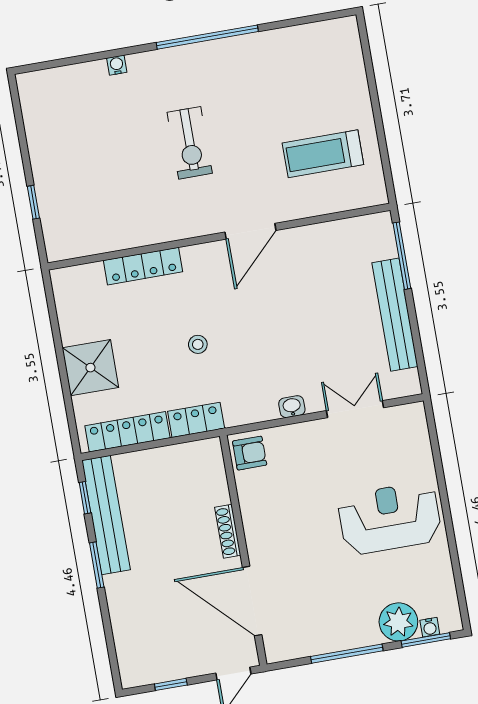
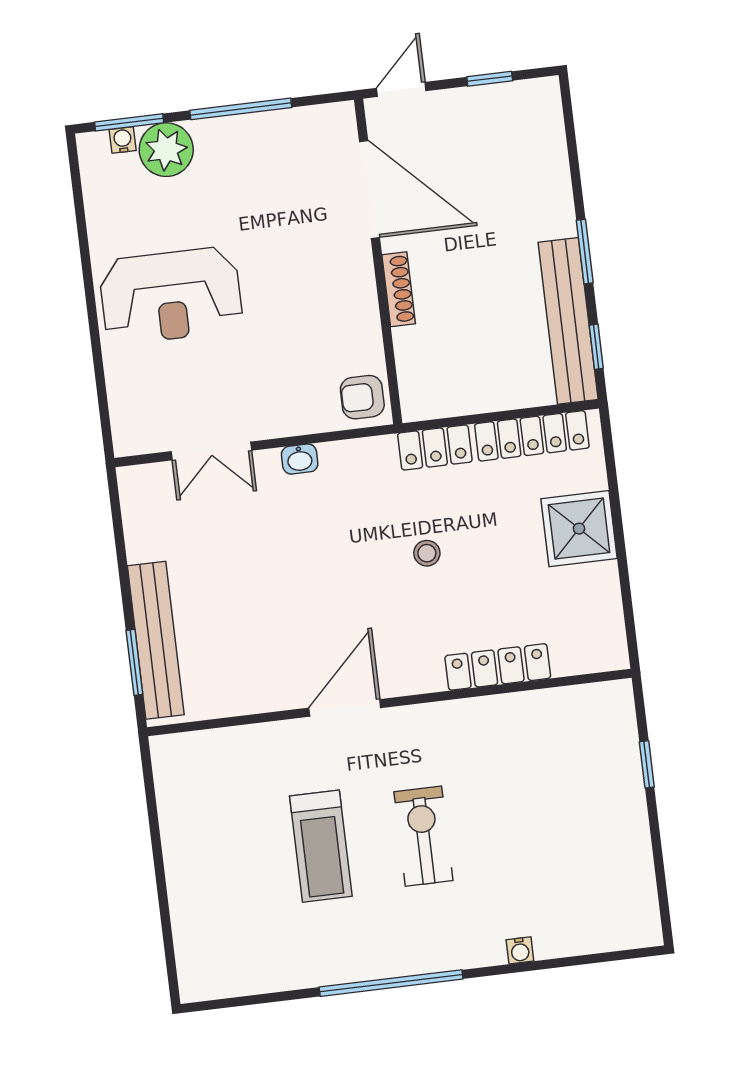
treadmill: (323, 154) -> (321, 846), moved, turned 90
window: (402, 256) -> (134, 662), width x0.69
bench: (395, 315) -> (156, 640), moved

